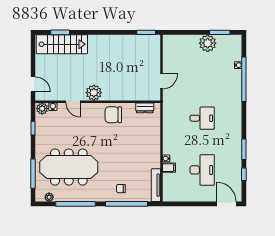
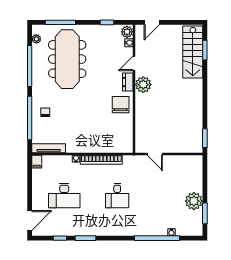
dresser: (145, 108) -> (128, 82), moved
bookcase: (167, 134) -> (101, 160), added
filing cabinet: (169, 168) -> (37, 162), moved

